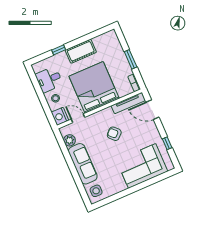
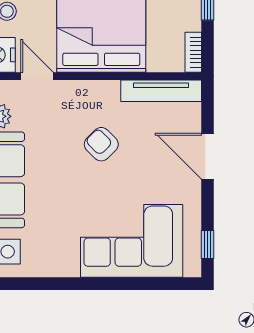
door: (152, 110) -> (208, 156), moved
window: (167, 143) -> (208, 245), moved

